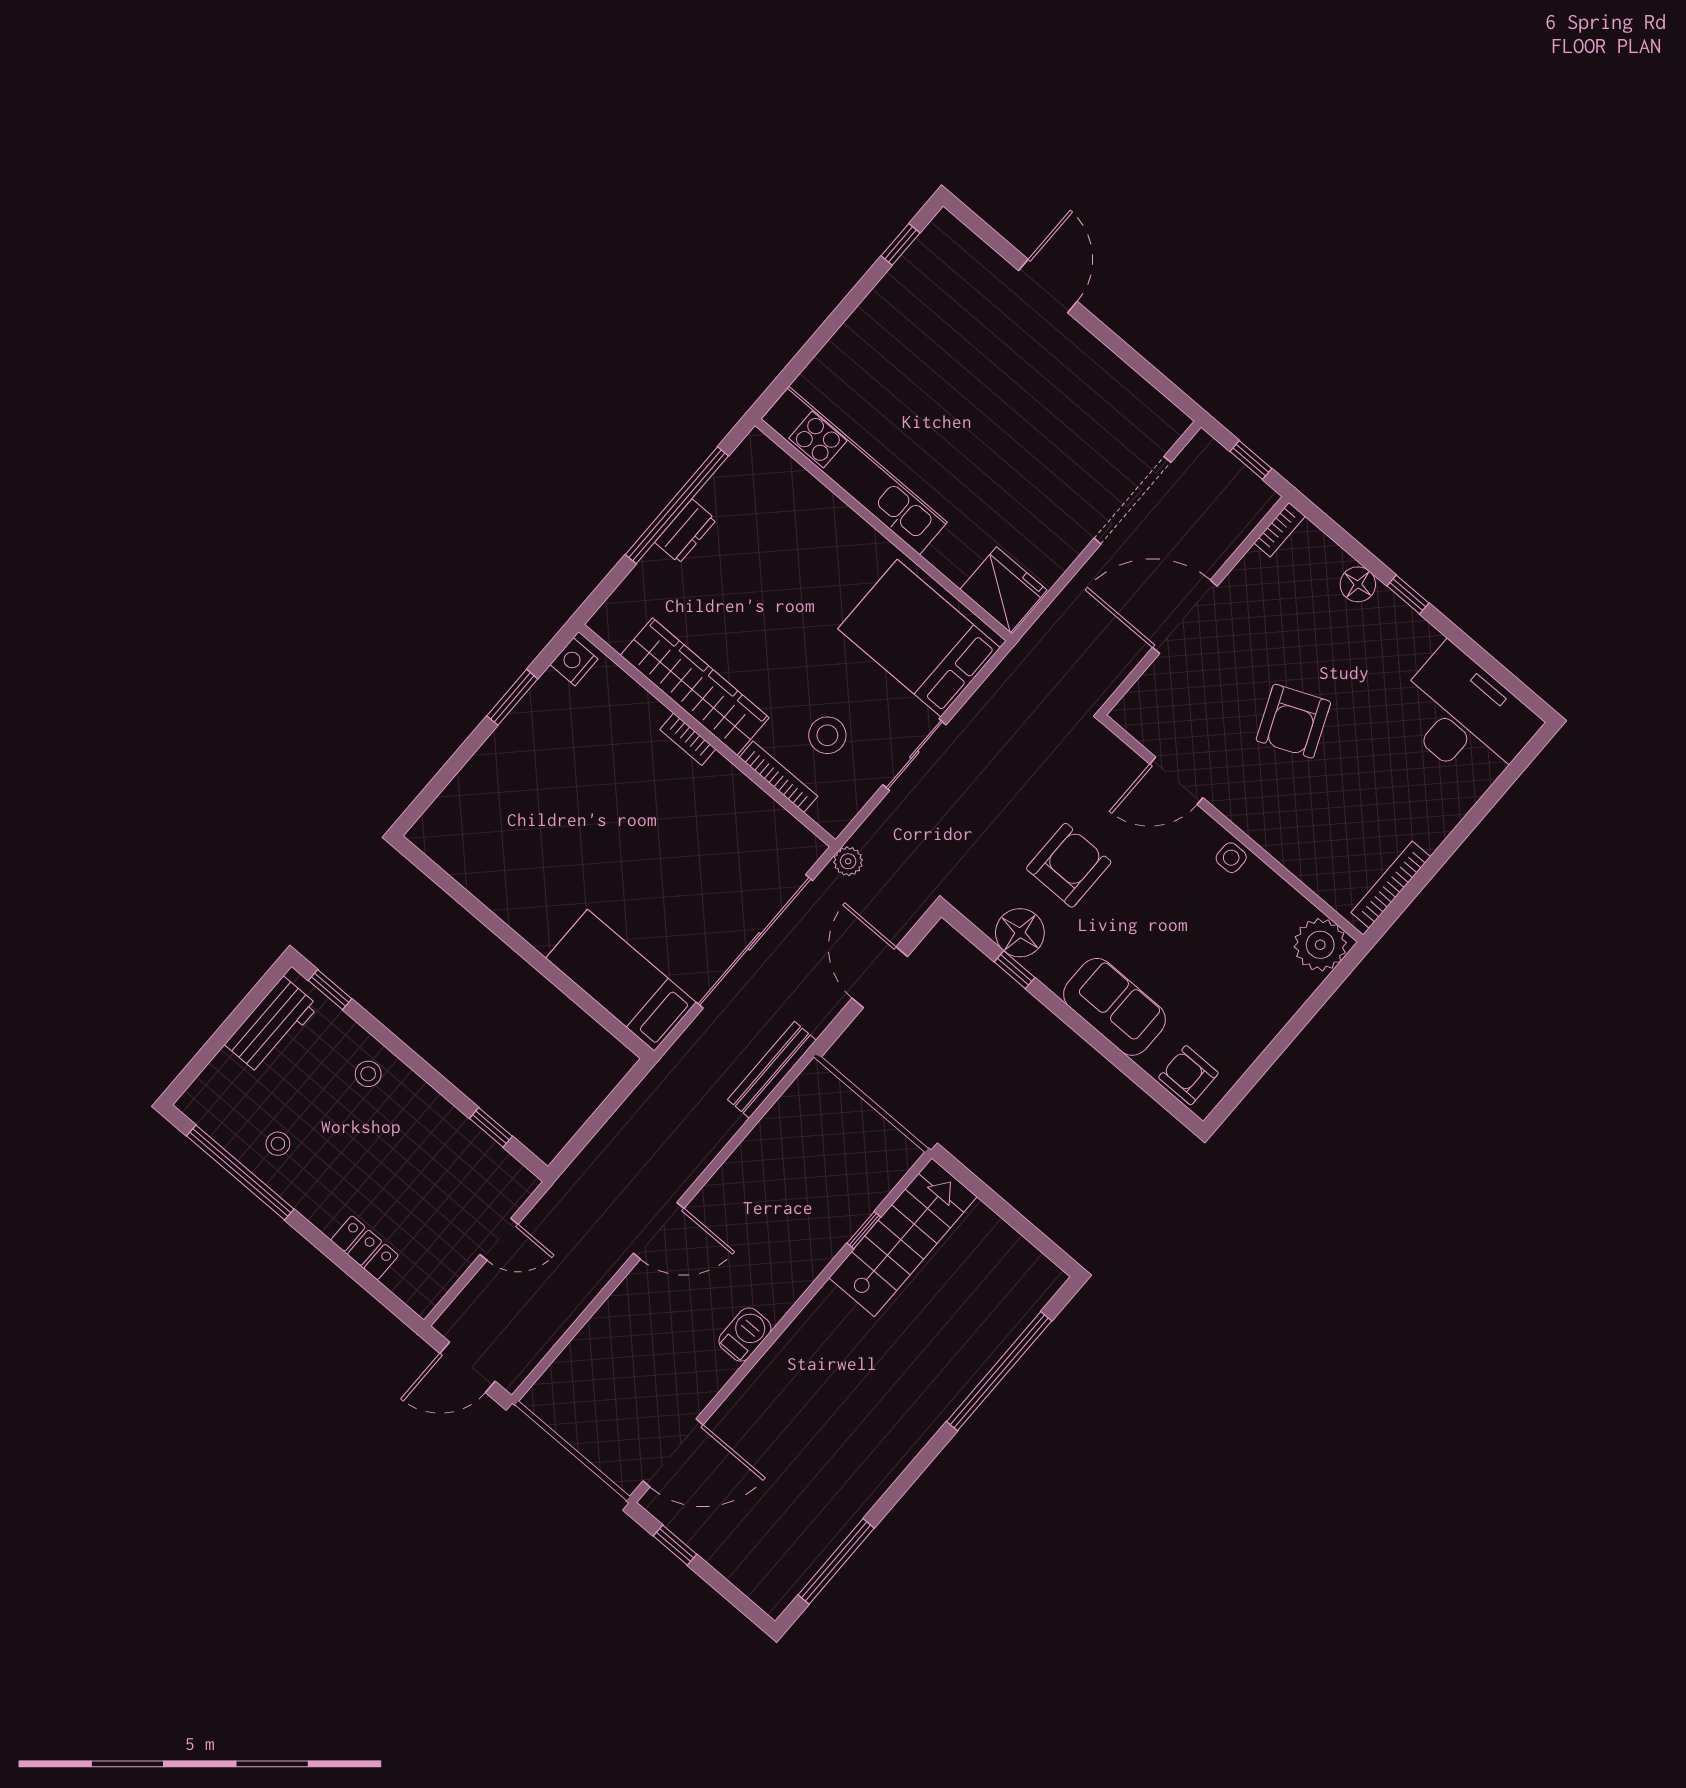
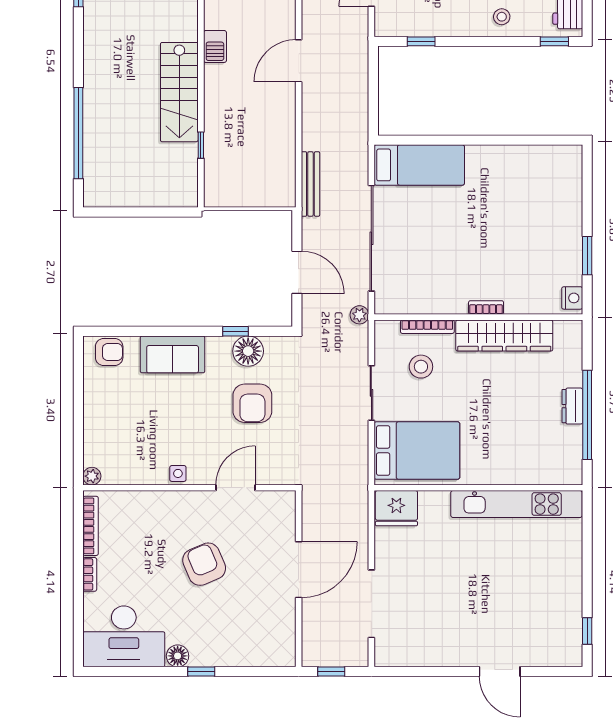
bookcase: (1280, 530) -> (90, 574), moved, turned 180
floor lamp: (1358, 584) -> (178, 656), moved
plant: (1320, 945) -> (92, 476), width x0.53, depth x0.53
stairs: (903, 1237) -> (179, 92), moved

